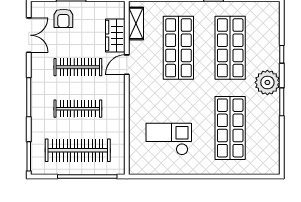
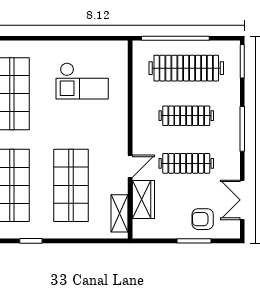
armchair: (63, 18) -> (203, 219), turned -90

